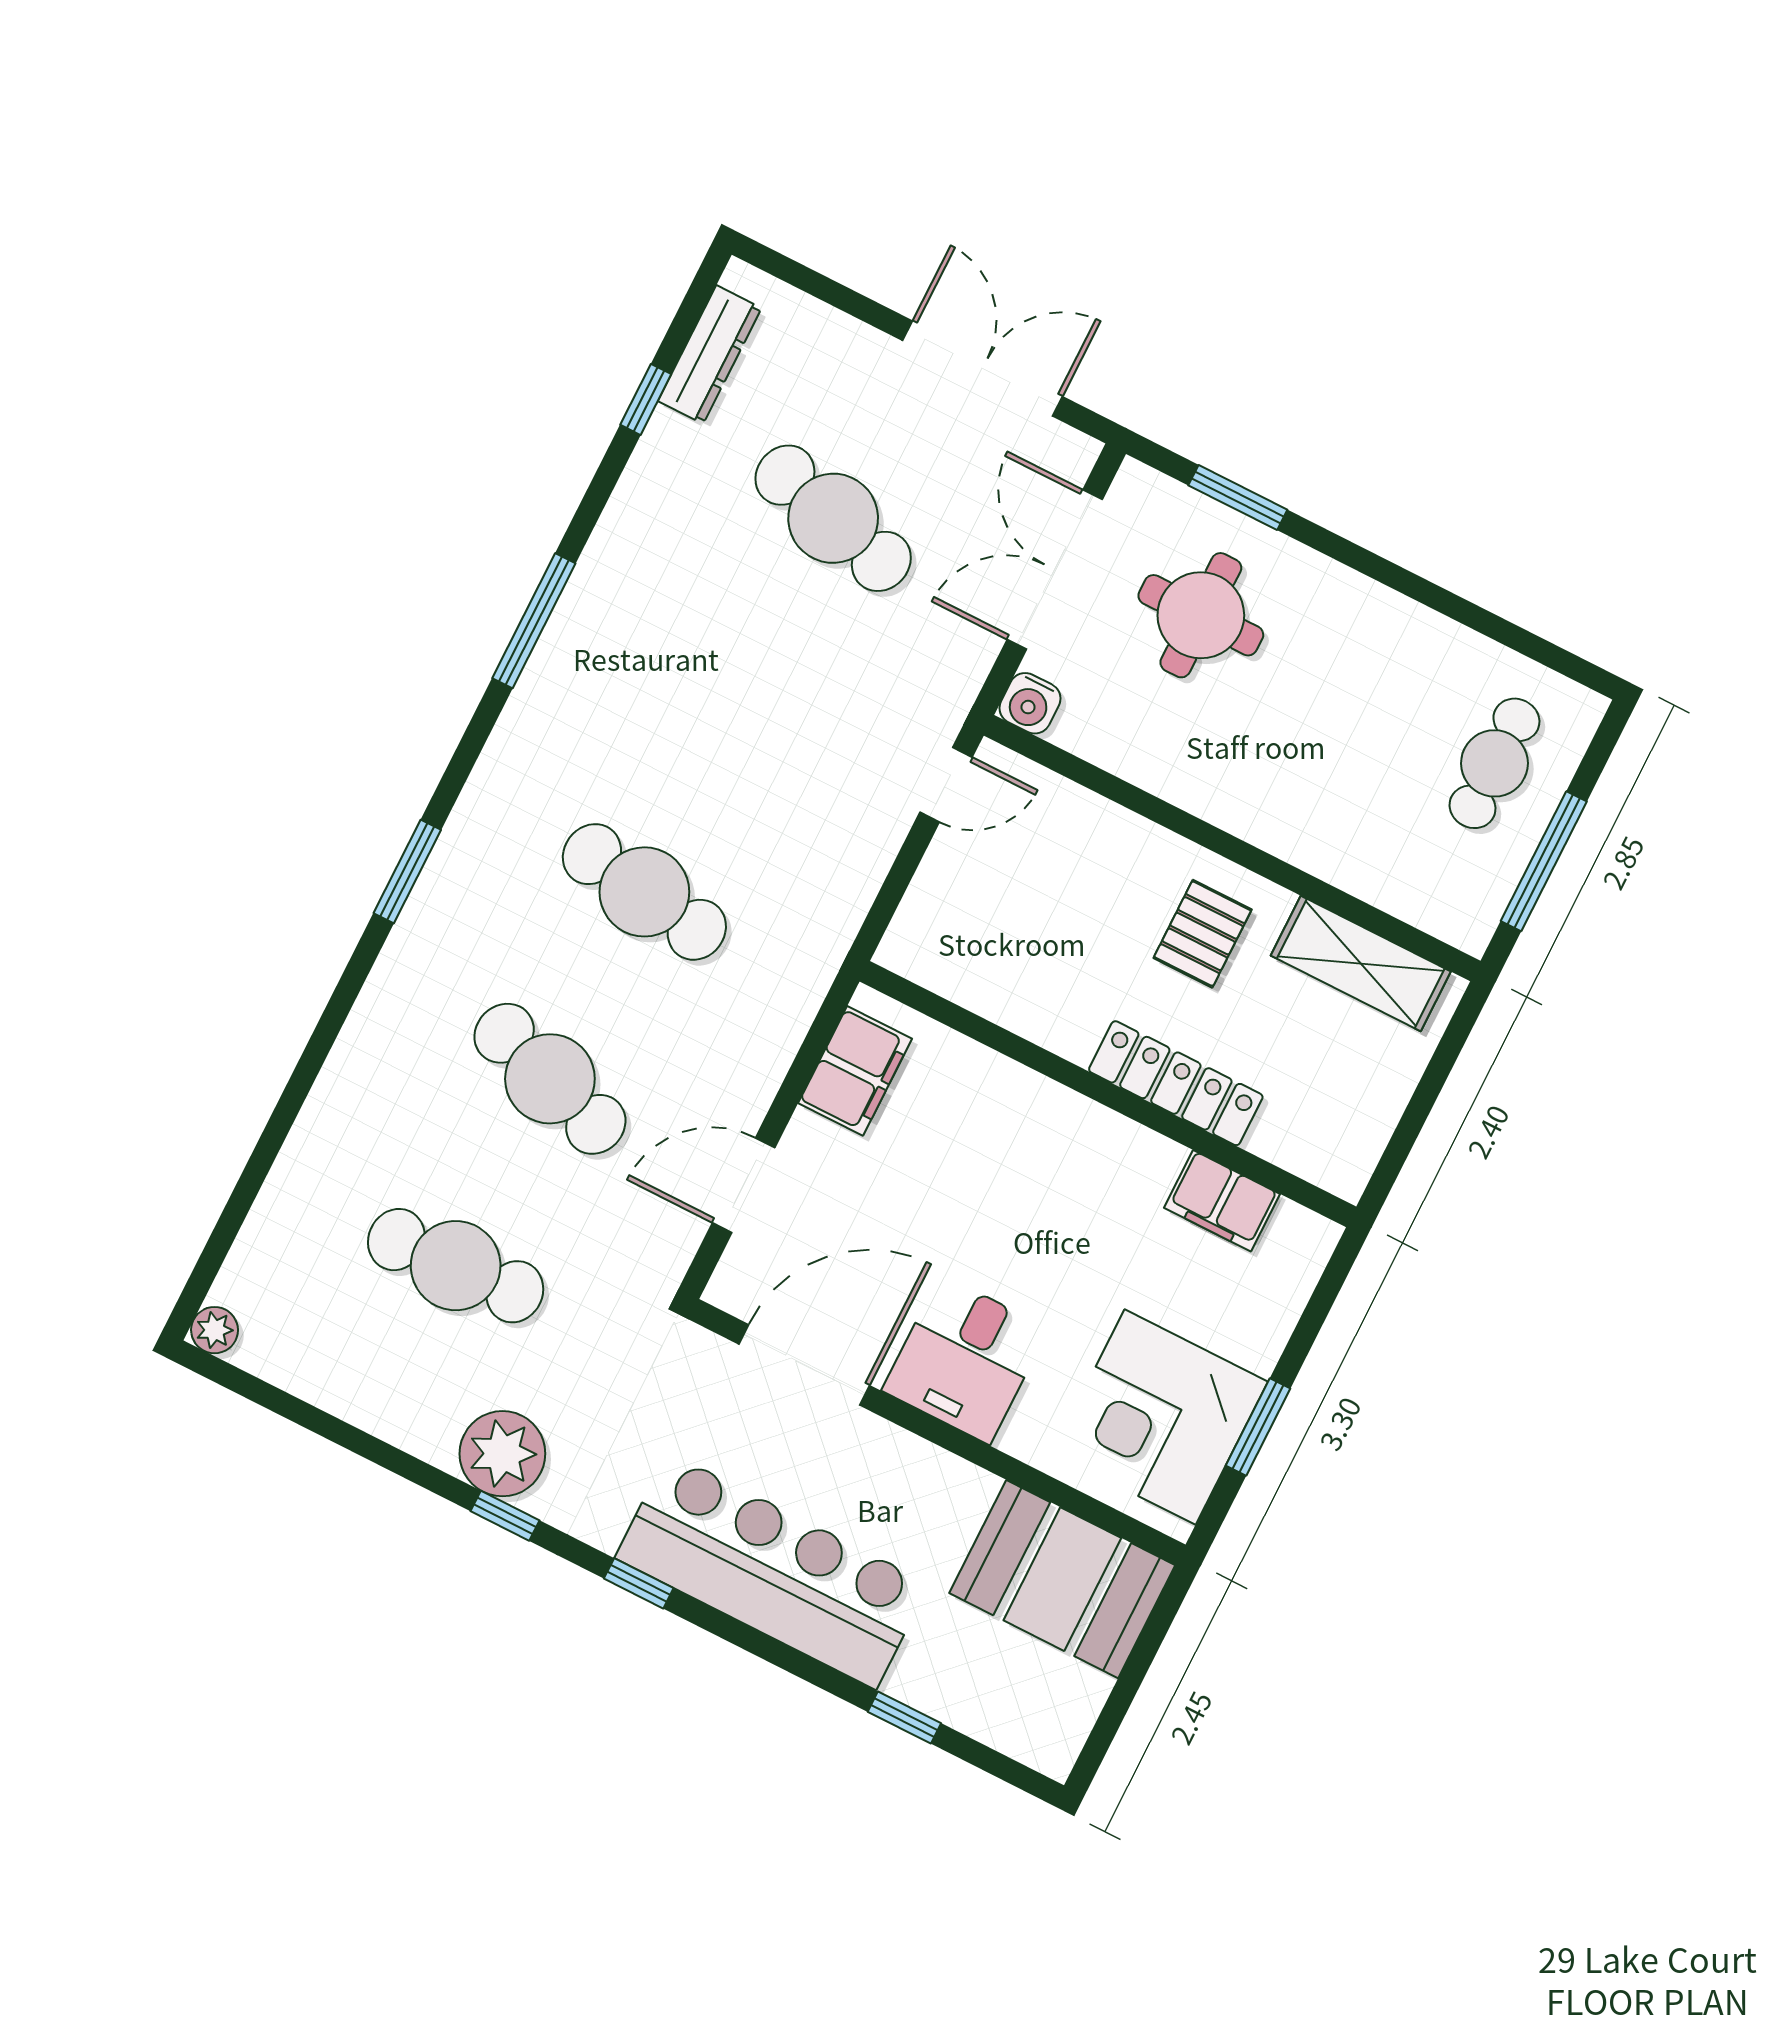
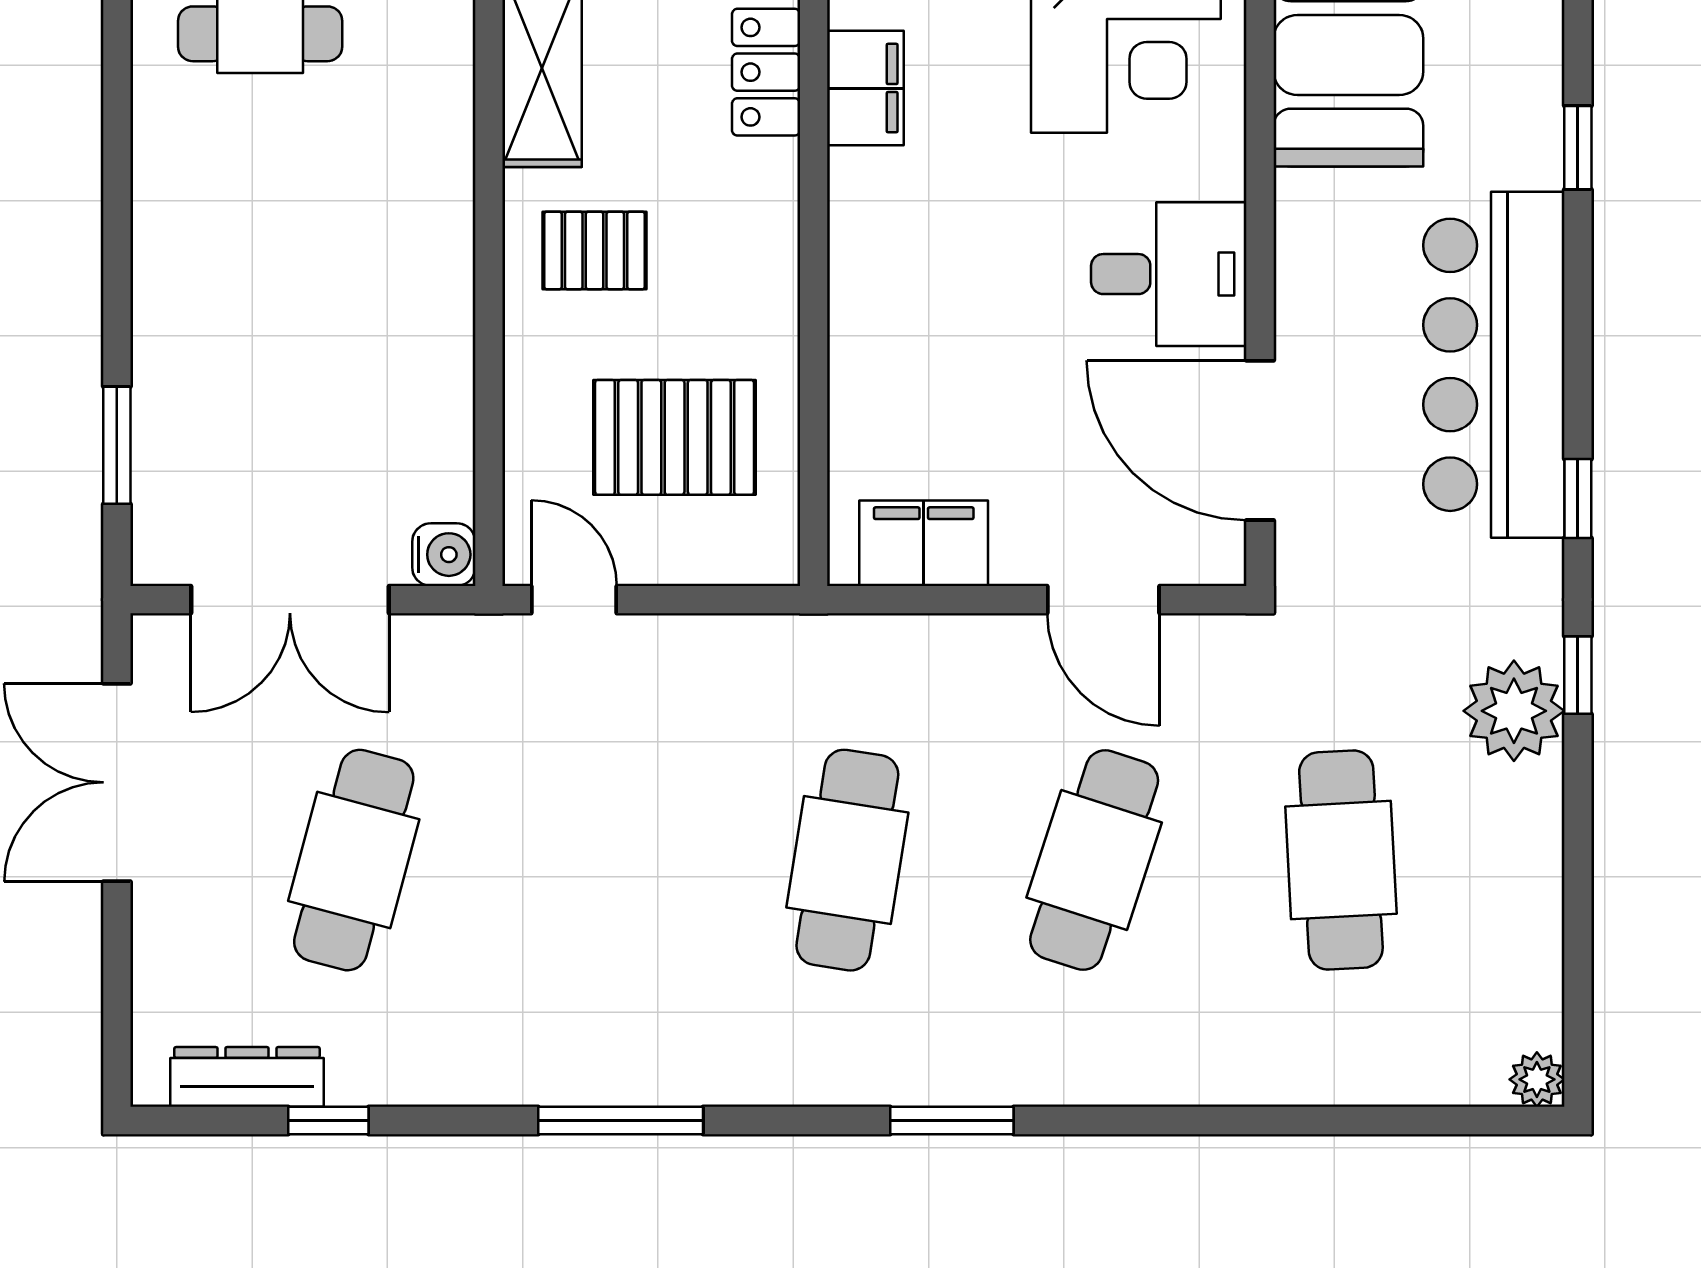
round table: (1201, 615) -> (260, 422), removed
pallet: (1030, 923) -> (675, 437), added
locker: (1176, 1083) -> (766, 72), moved, width x0.66

